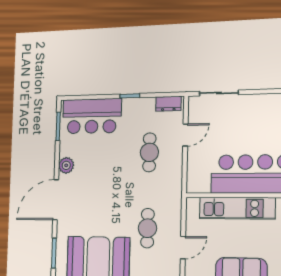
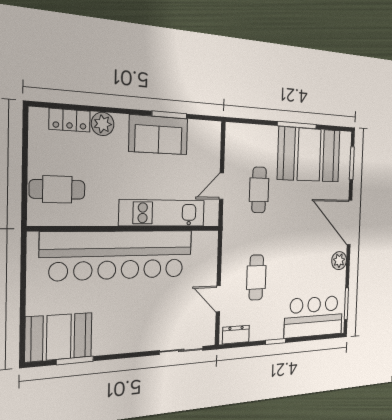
door: (185, 135) -> (218, 299), hinge flipped
door: (56, 200) -> (350, 222), swing flipped
door: (183, 248) -> (222, 186), moved

